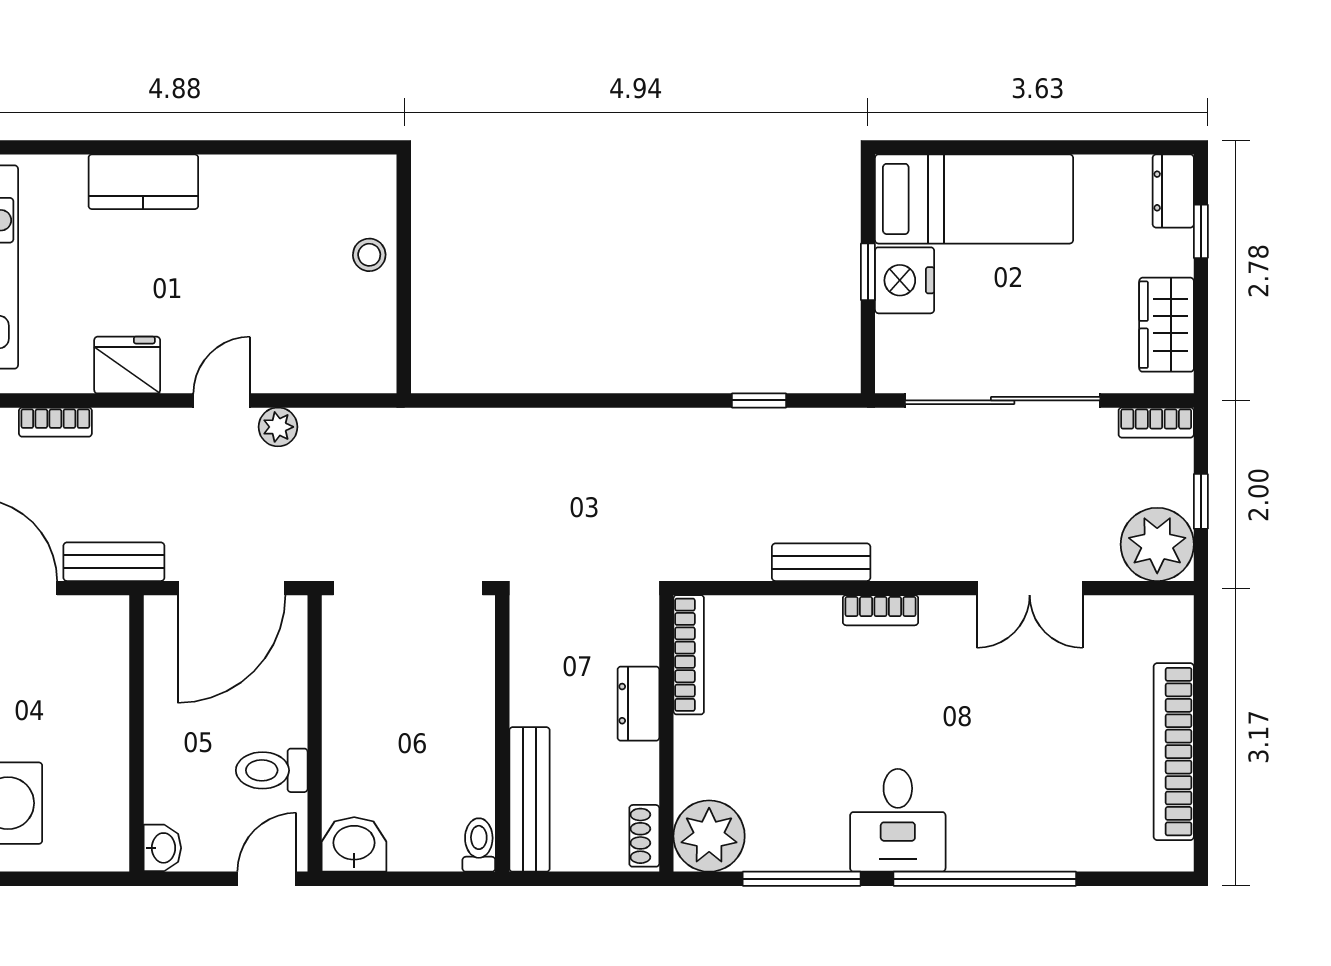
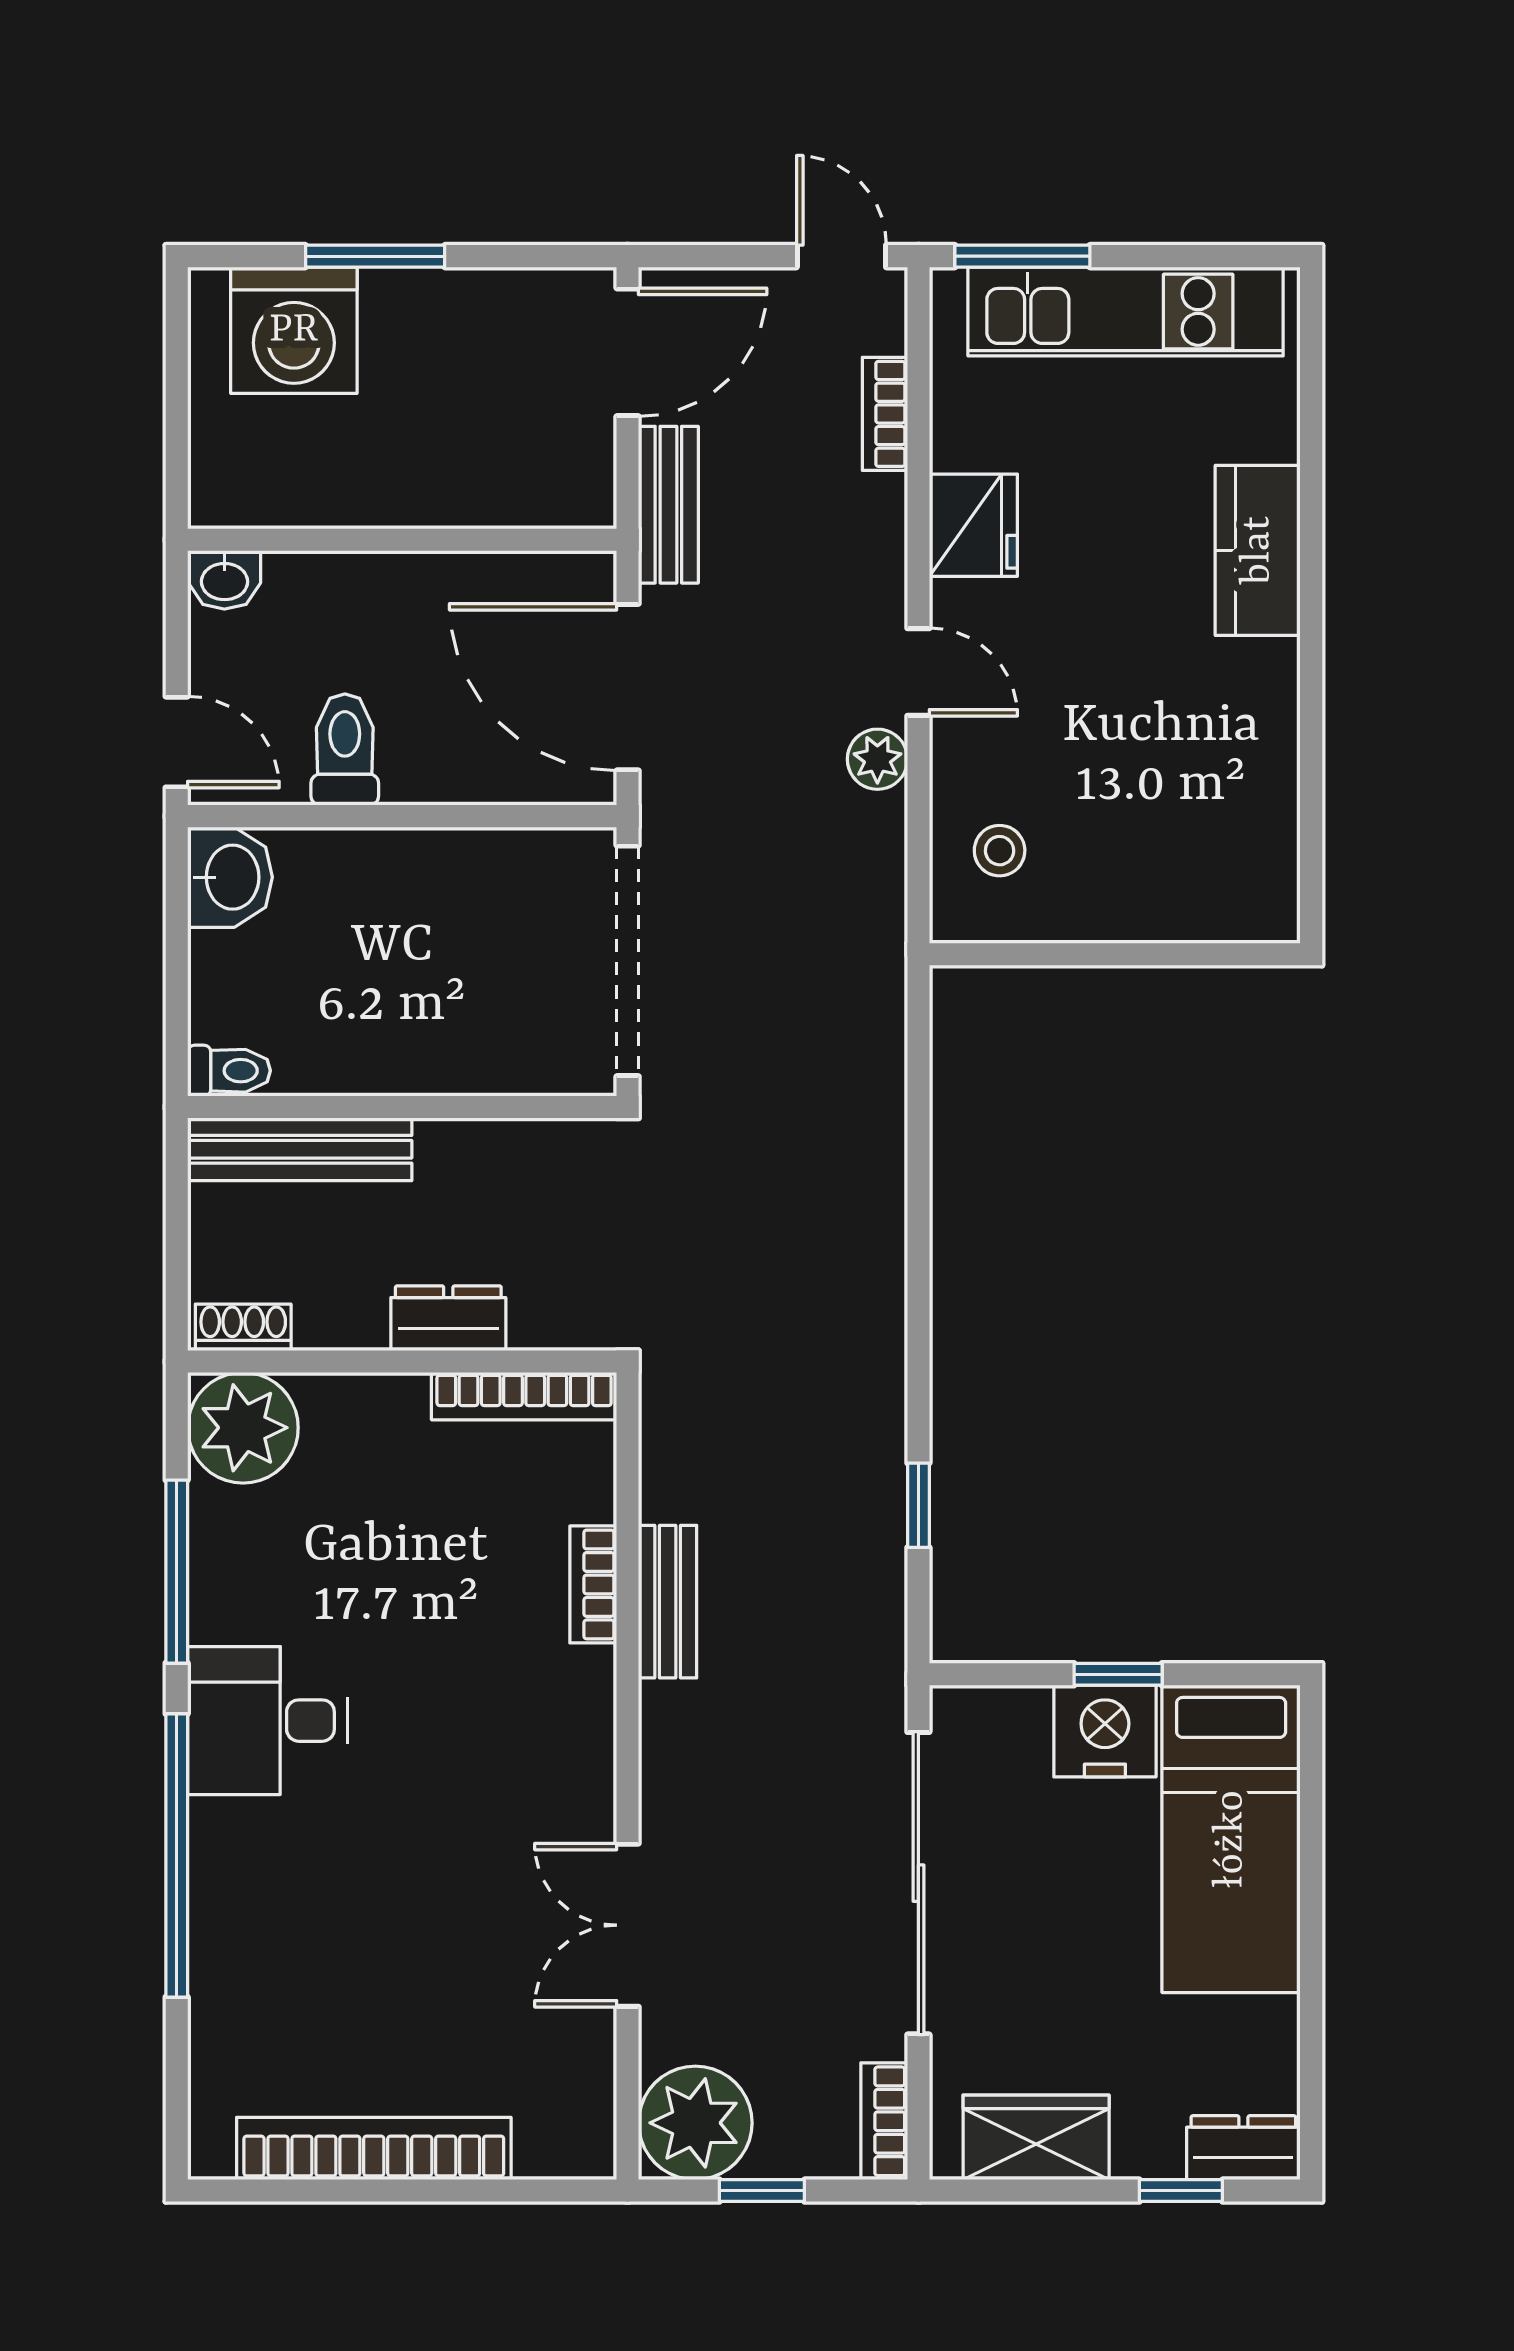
stool: (369, 255) -> (1000, 851), moved
bookcase: (881, 610) -> (593, 1584), moved

